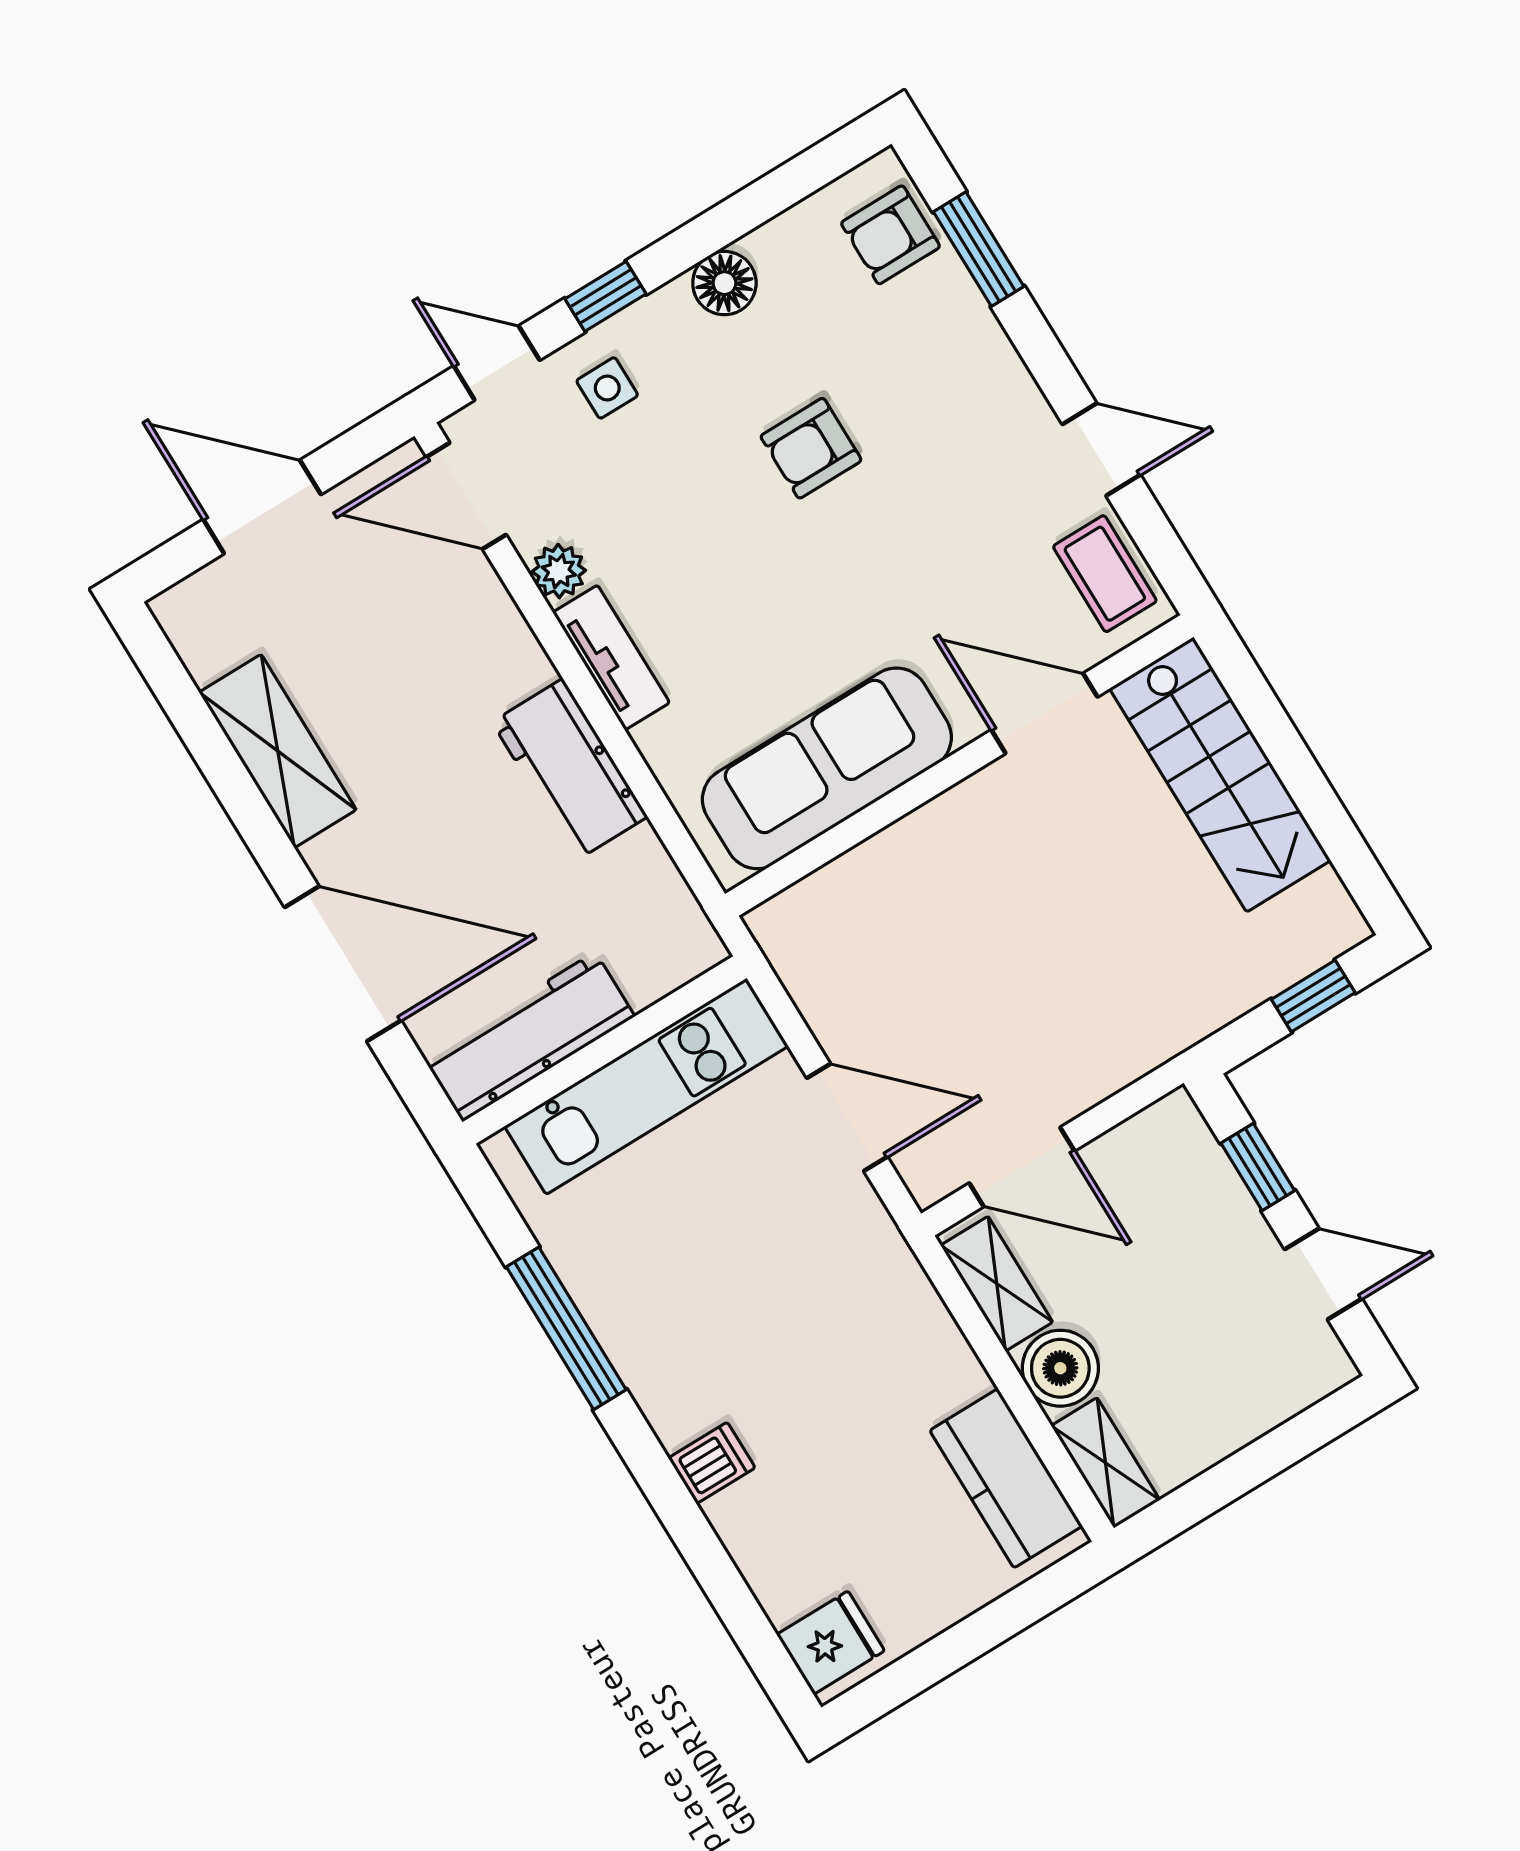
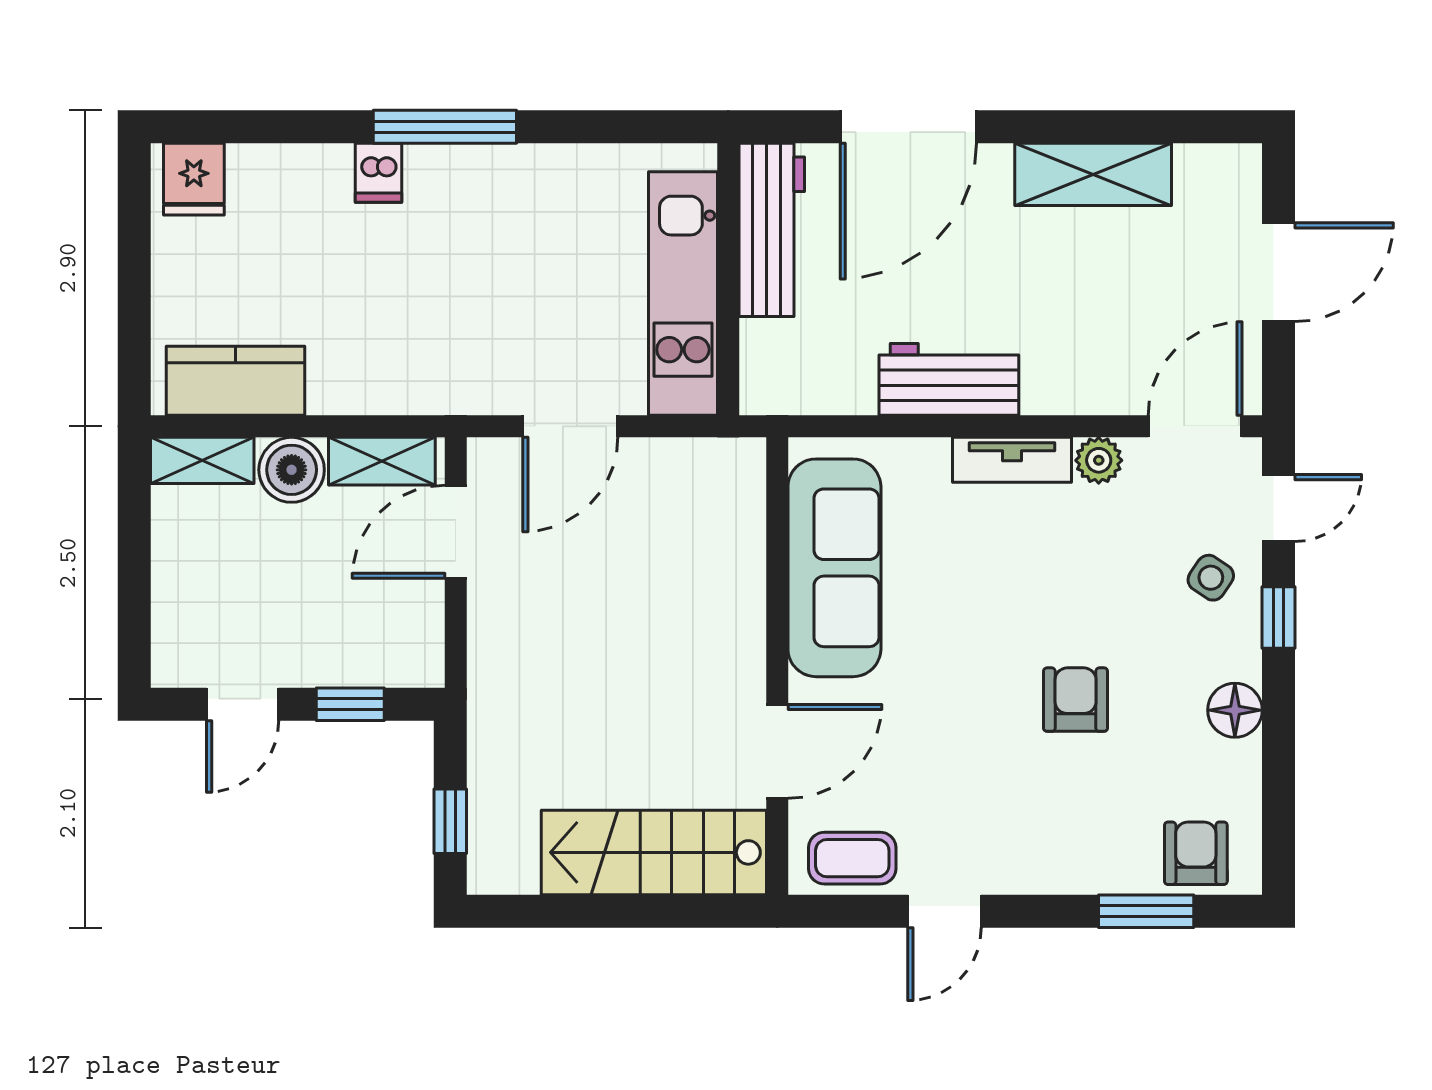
side table: (607, 388) -> (1211, 578), turned 34
window: (566, 1328) -> (445, 127), moved

